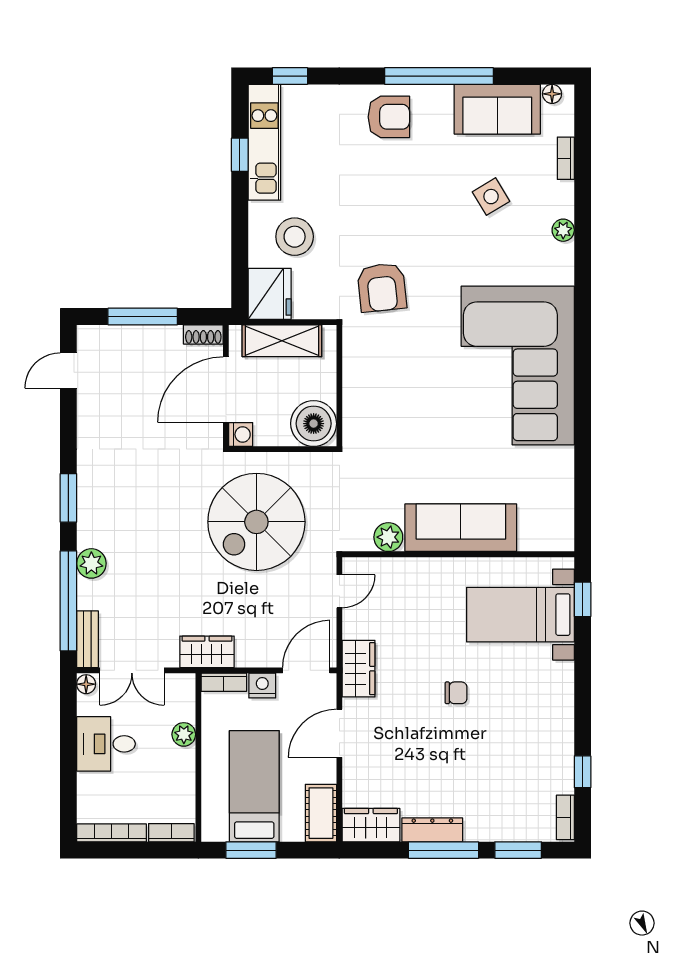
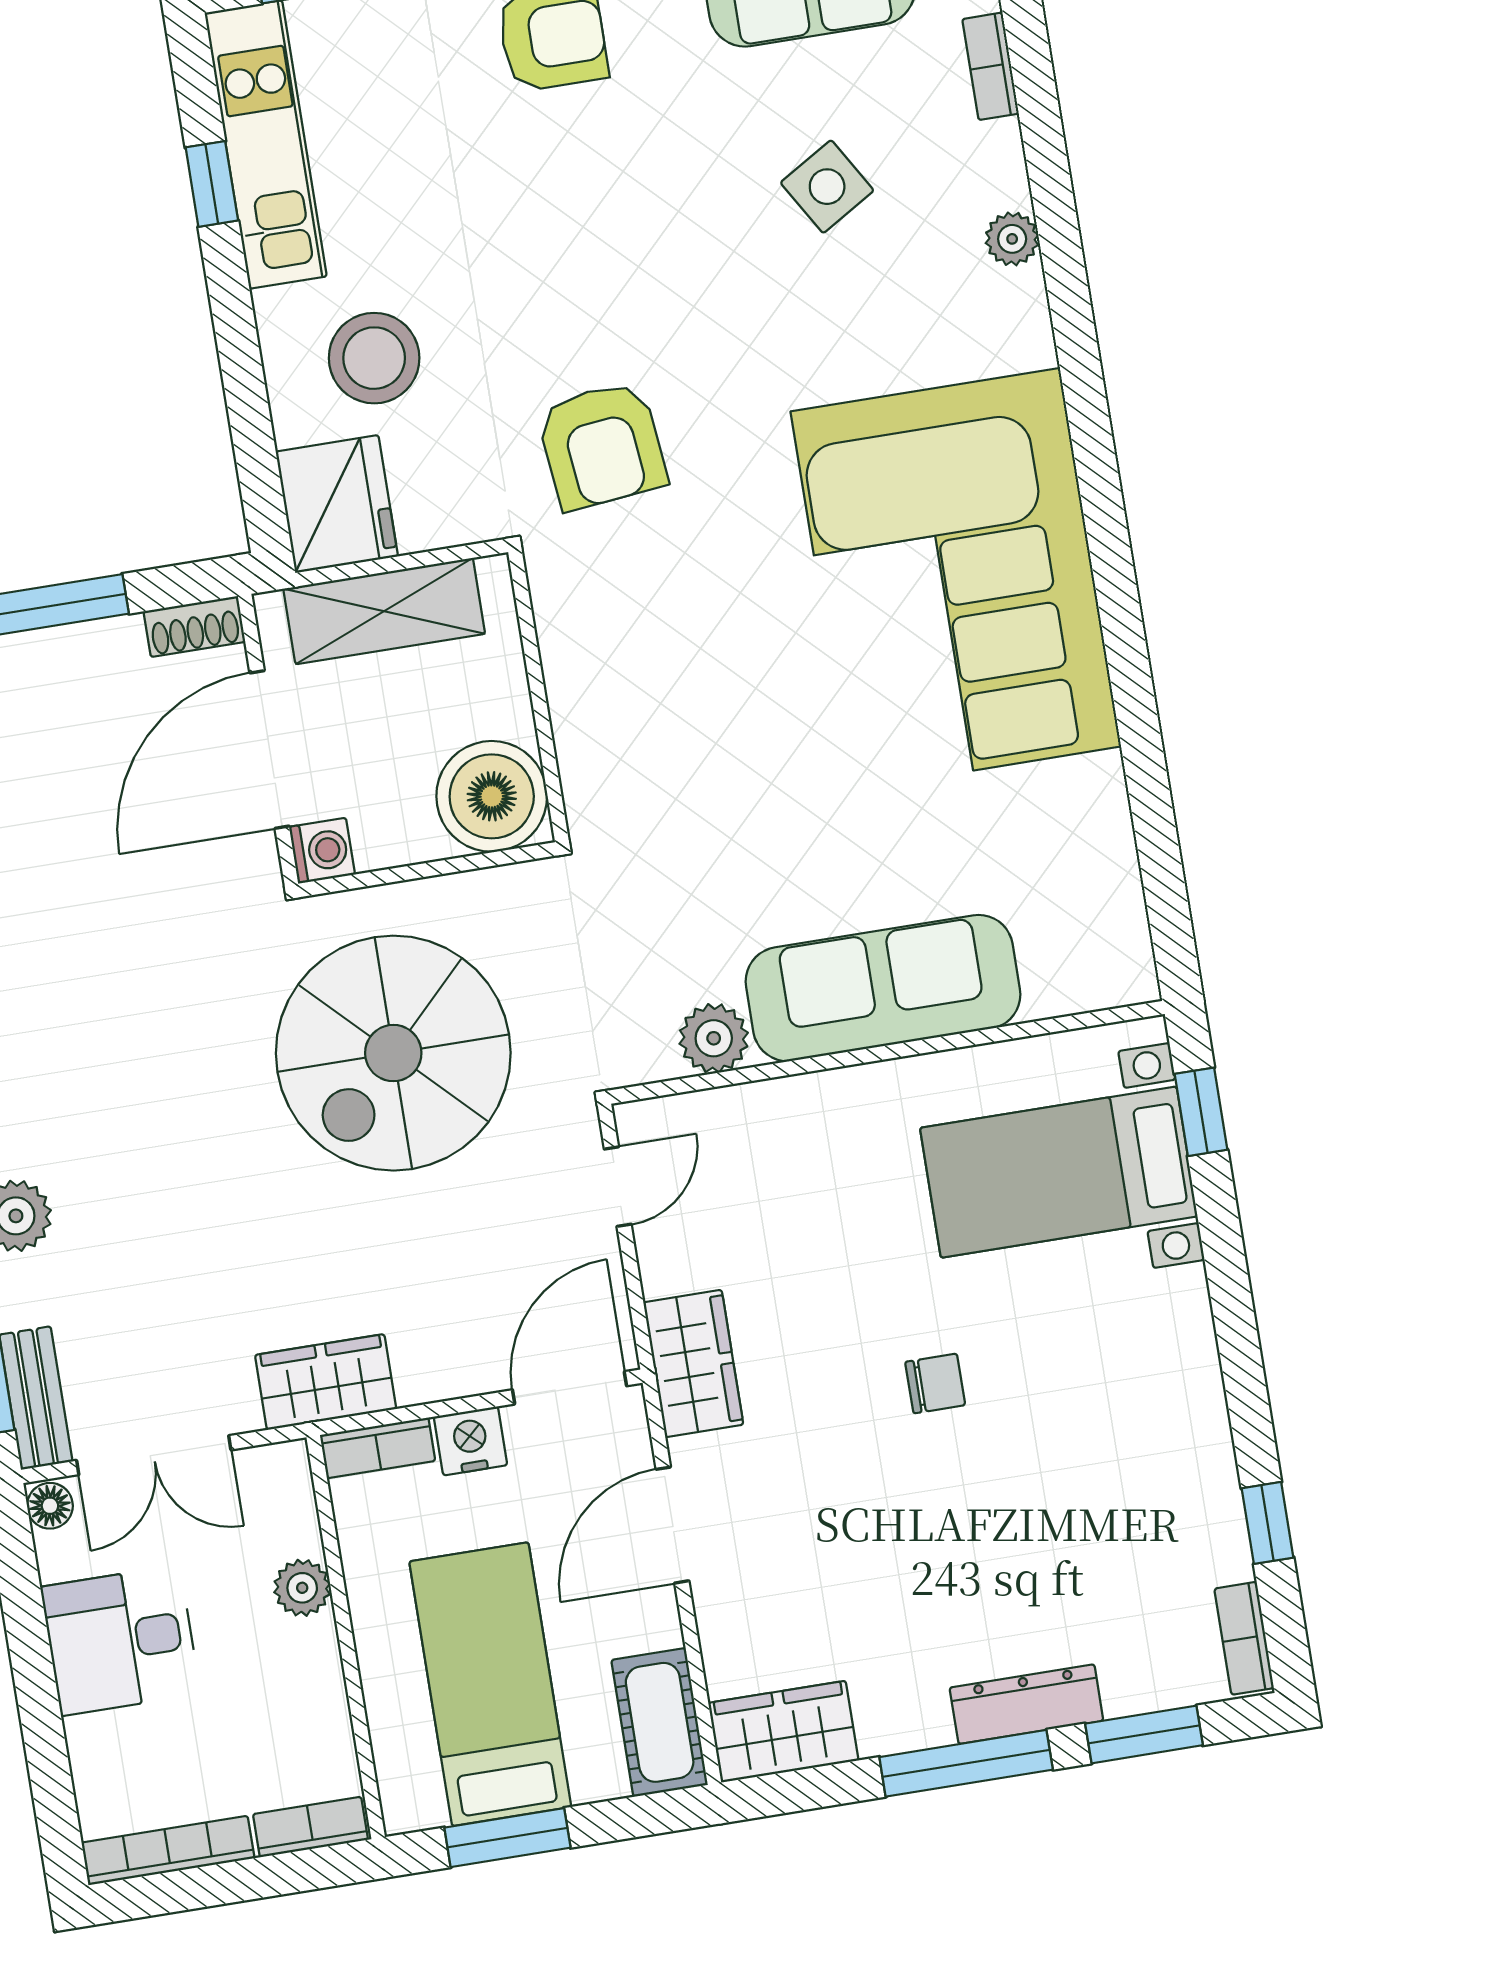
dresser: (432, 830) -> (1026, 1704), moved

